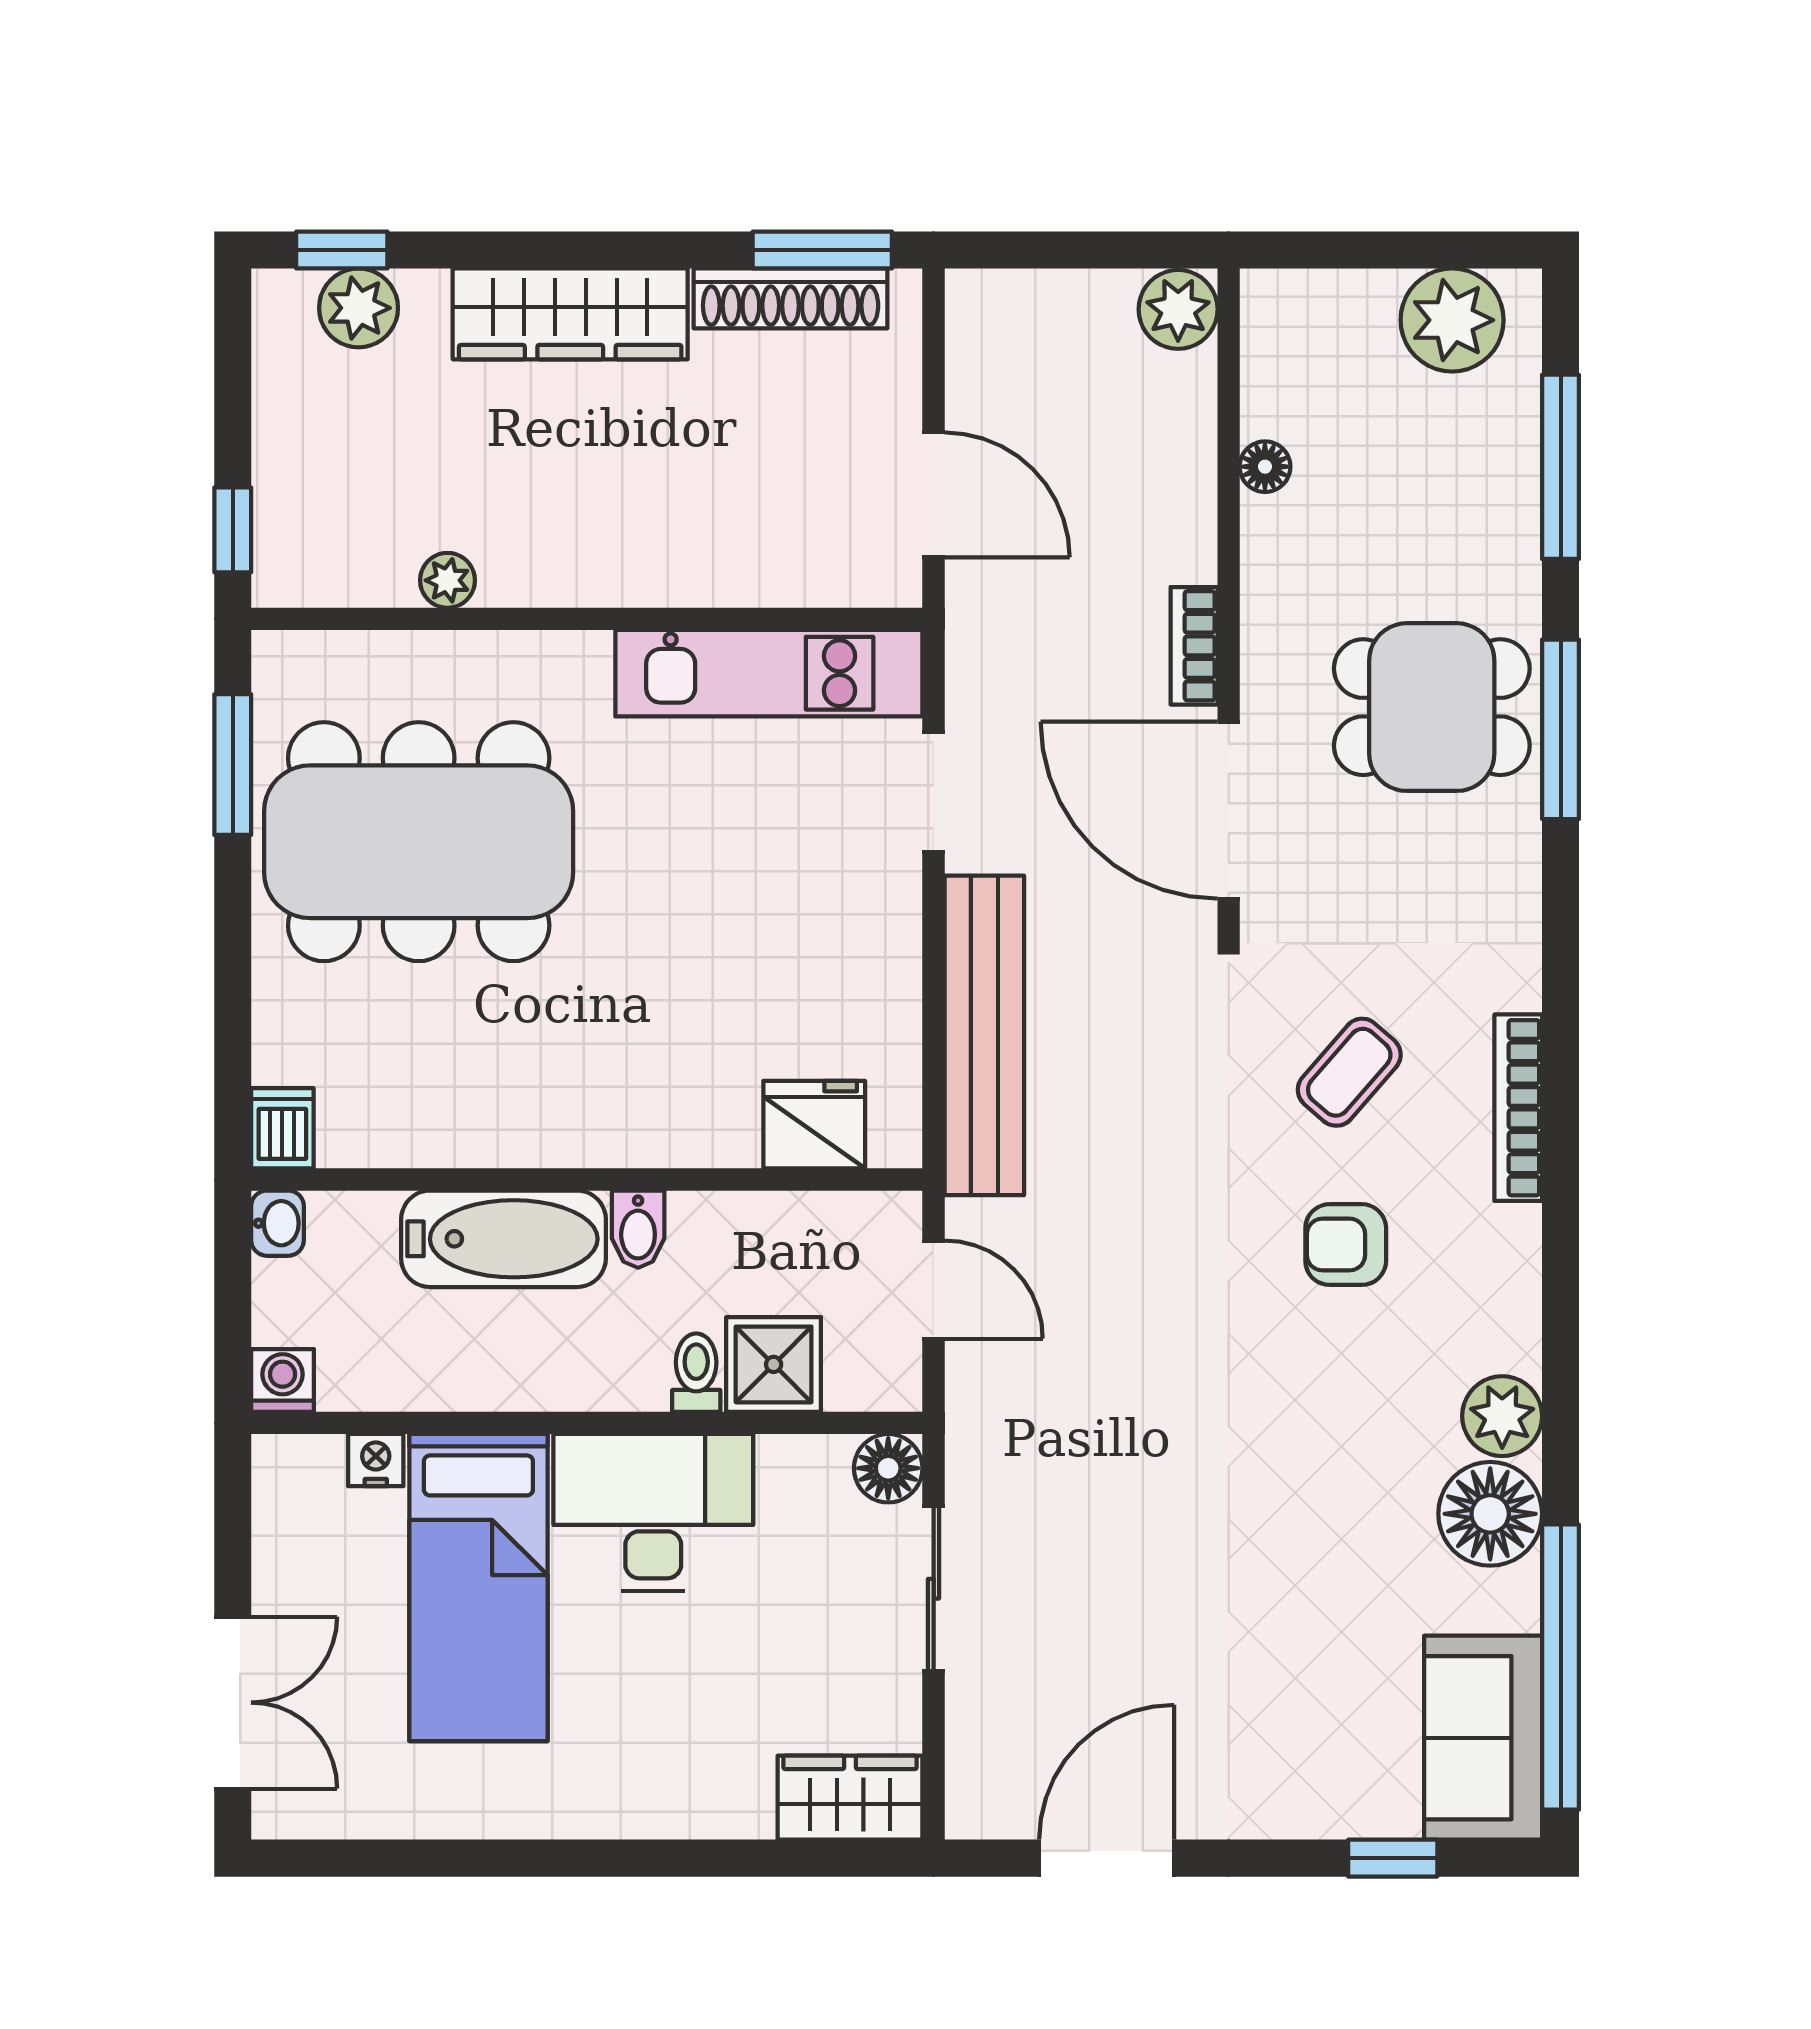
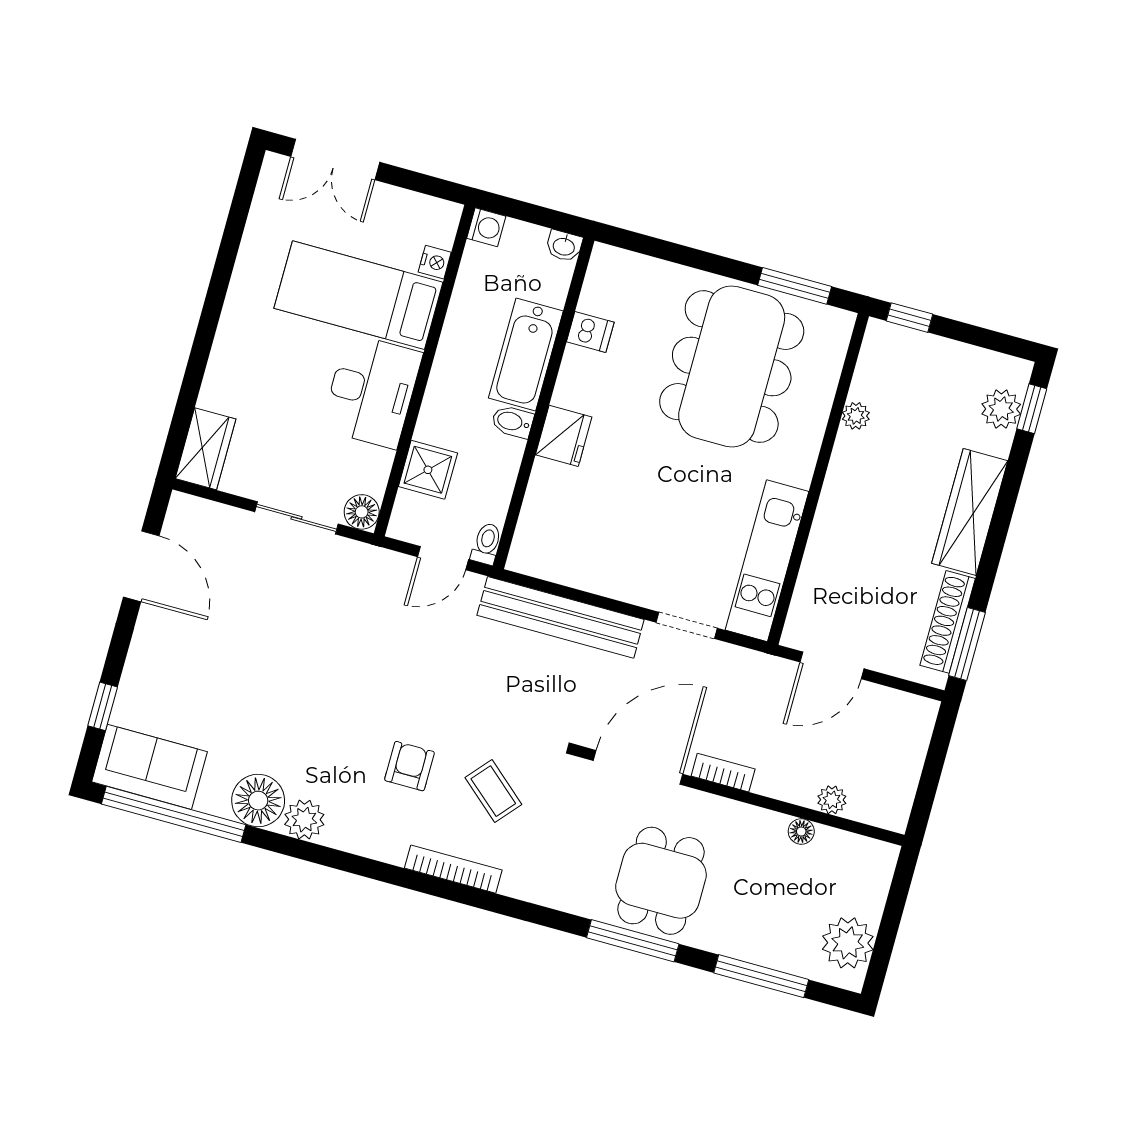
plant: (1178, 309) -> (832, 800), moved, width x0.73, depth x0.73
fridge: (814, 1125) -> (564, 436), moved
dishwasher: (282, 1128) -> (590, 332), moved
toilet: (696, 1373) -> (486, 544), moved, turned -90

